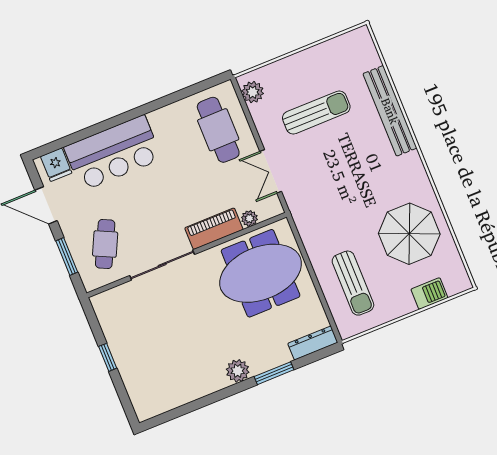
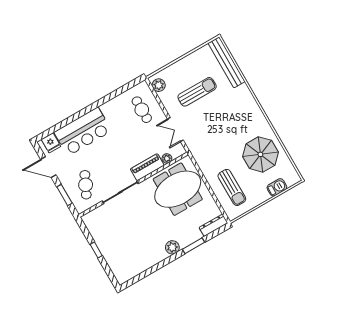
bench: (390, 111) -> (226, 62), moved
cafe table: (218, 130) -> (142, 110), width x0.73, depth x0.74

